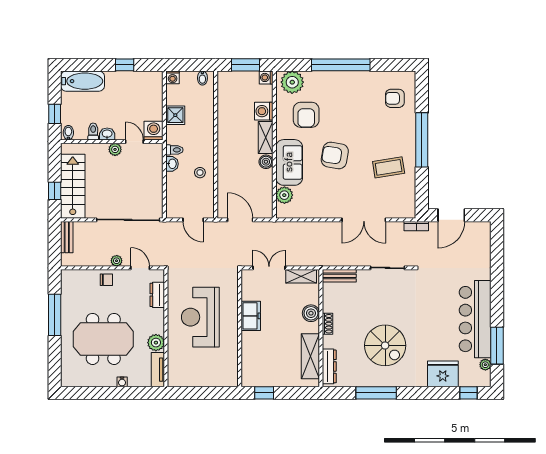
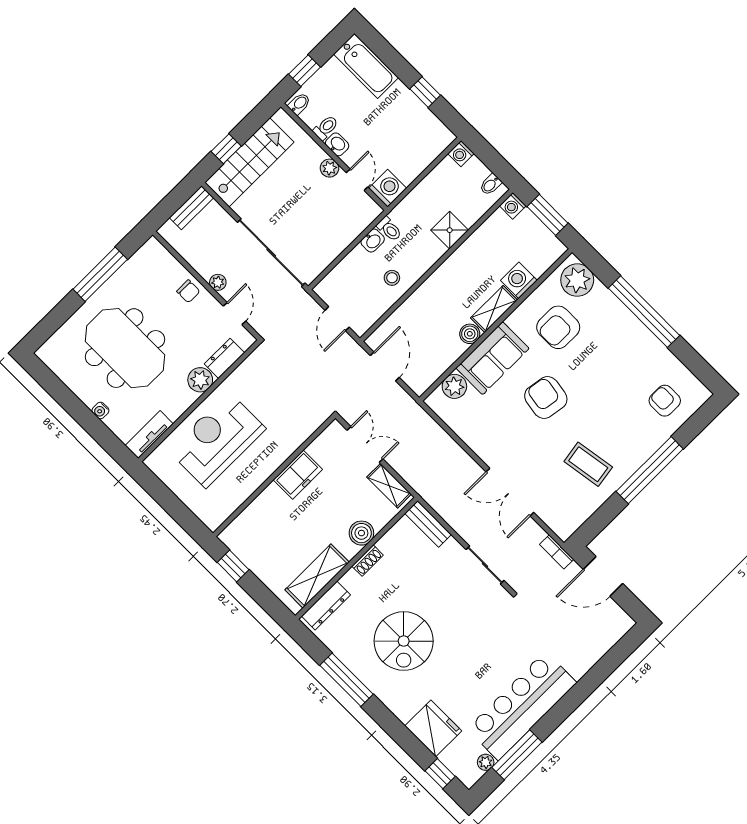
washing machine: (266, 77) -> (513, 206), moved, turned -90
shower: (175, 115) -> (450, 230), moved
reception desk: (200, 317) -> (217, 440), moved
plant: (156, 343) -> (200, 380), moved

